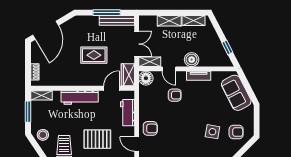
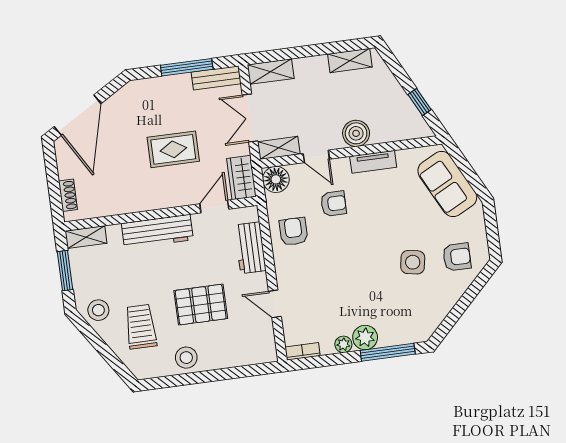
bench: (117, 20) -> (216, 78), width x0.73
shelving: (169, 21) -> (271, 72), moved
double door: (137, 44) -> (250, 118), swing flipped
armchair: (150, 128) -> (294, 231), moved, turned -90

